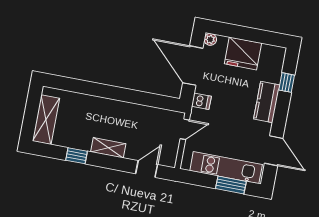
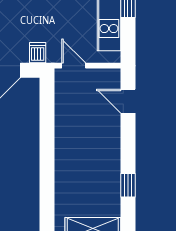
shelving: (108, 148) -> (112, 150), removed

